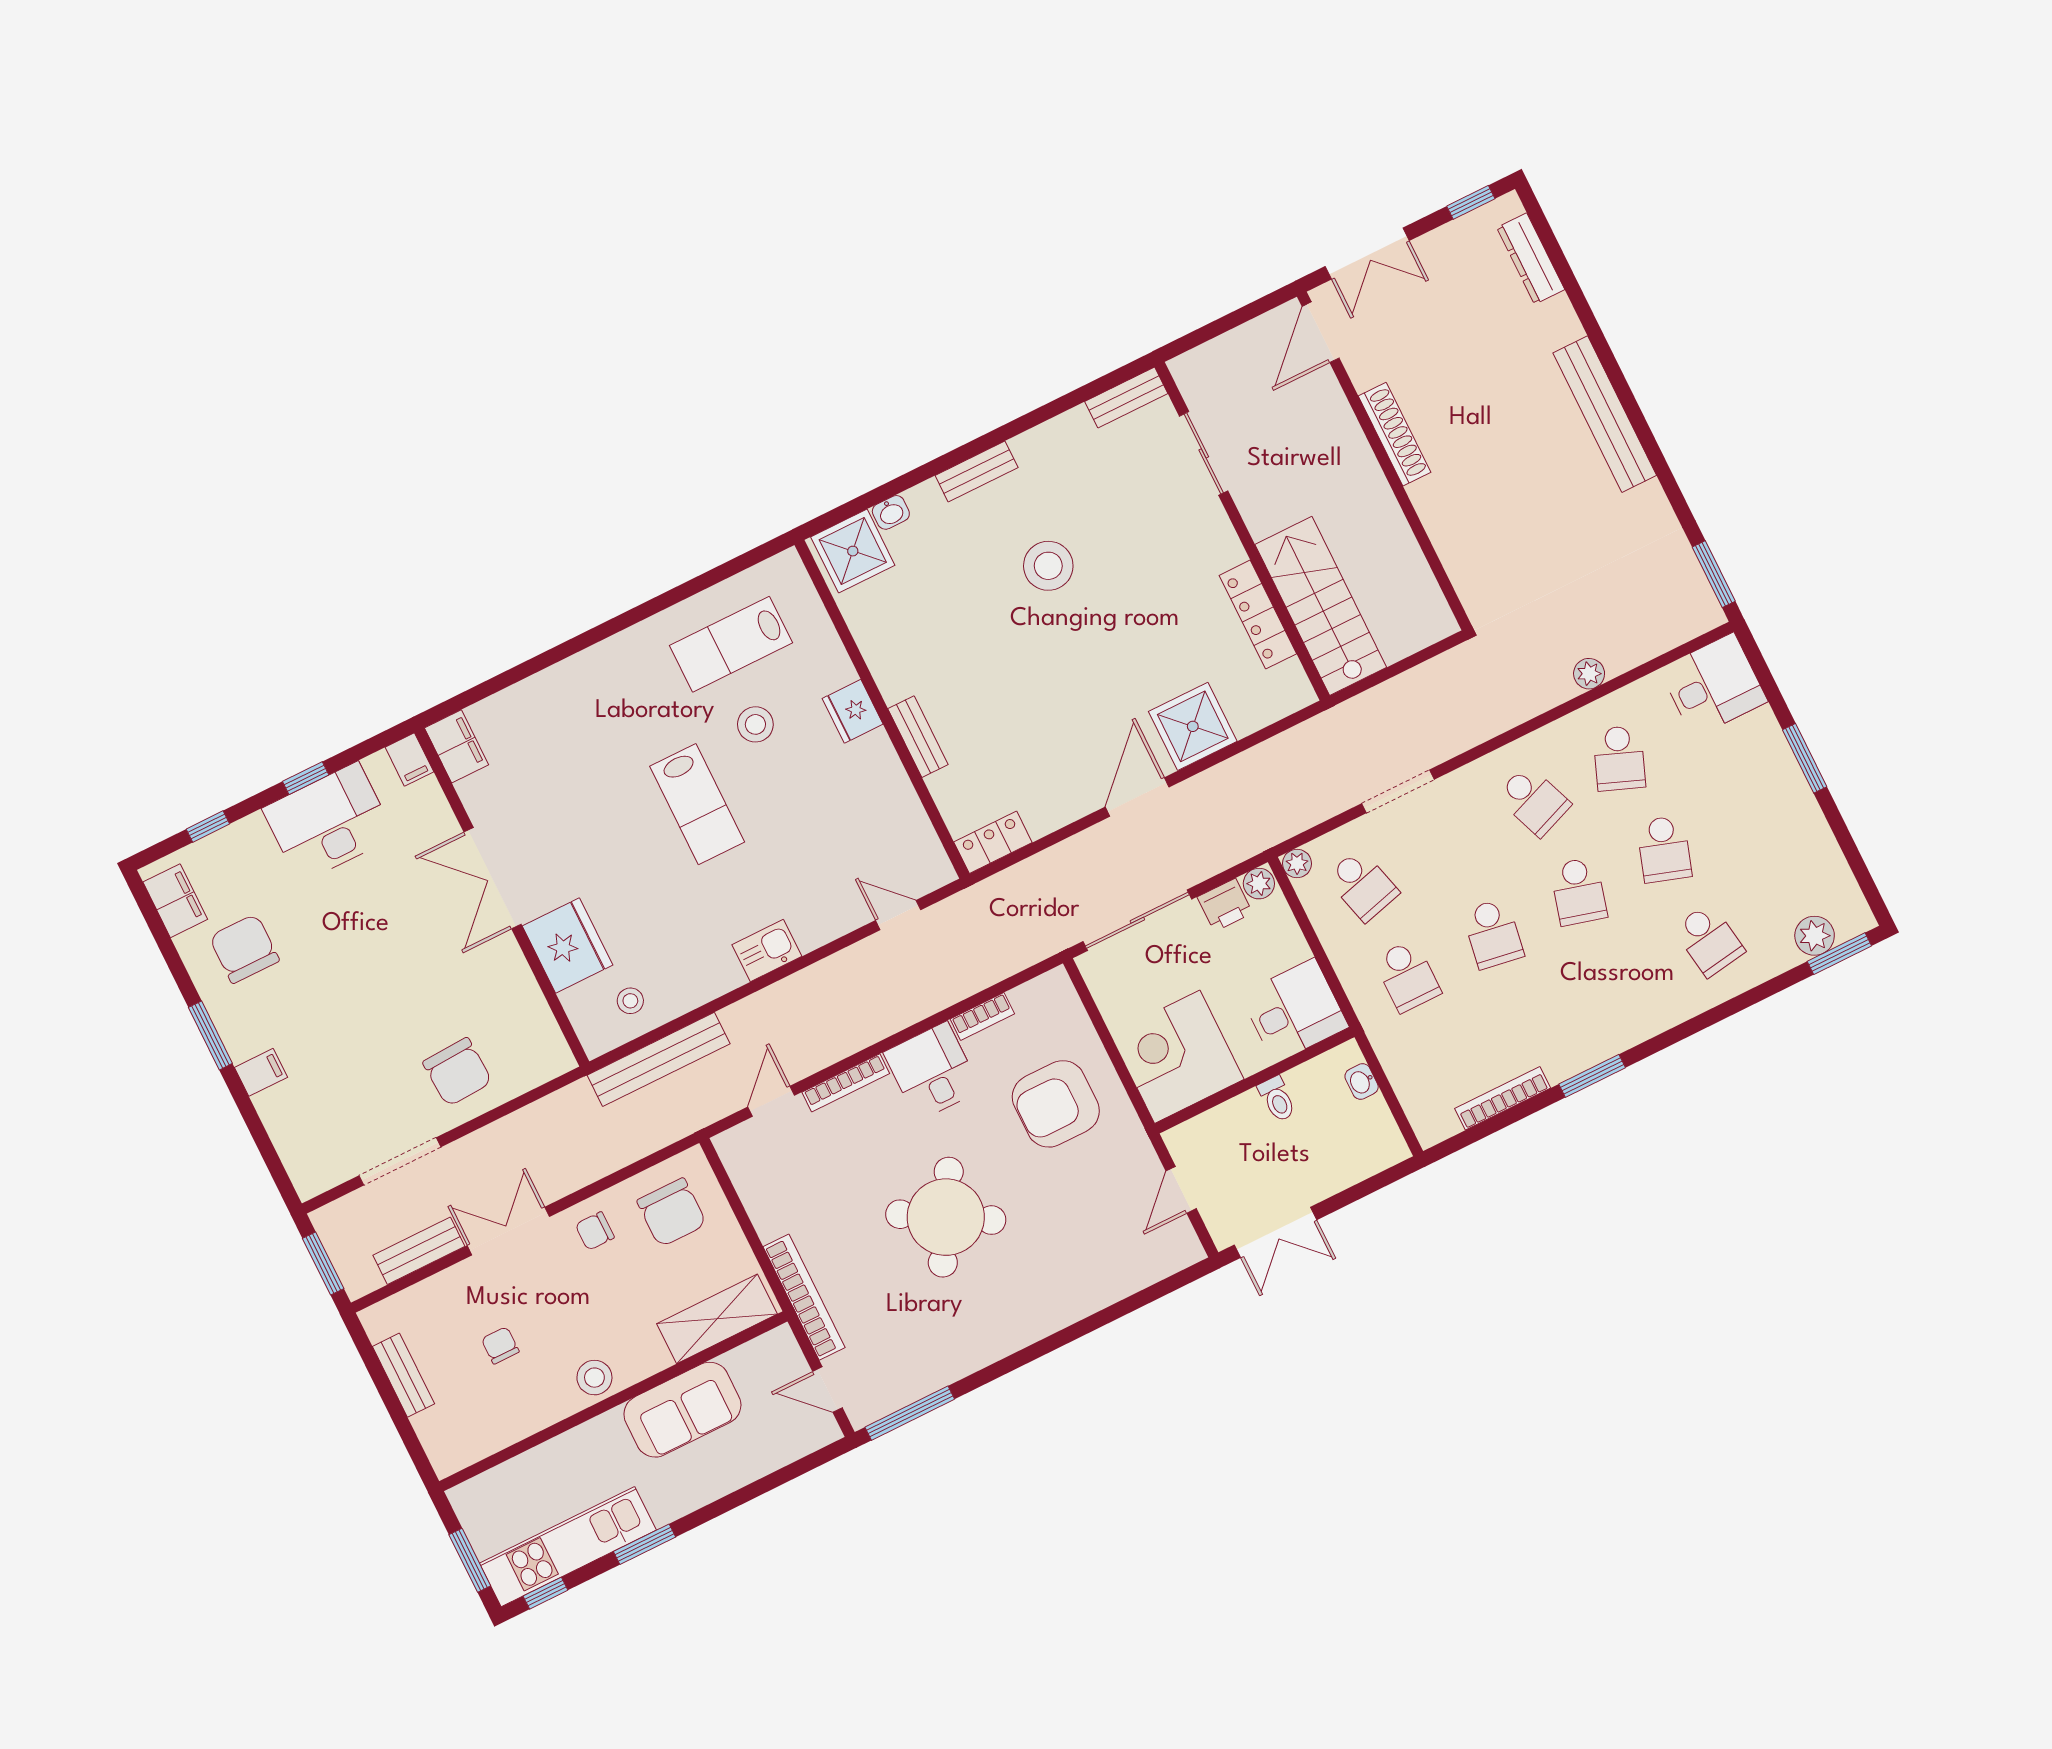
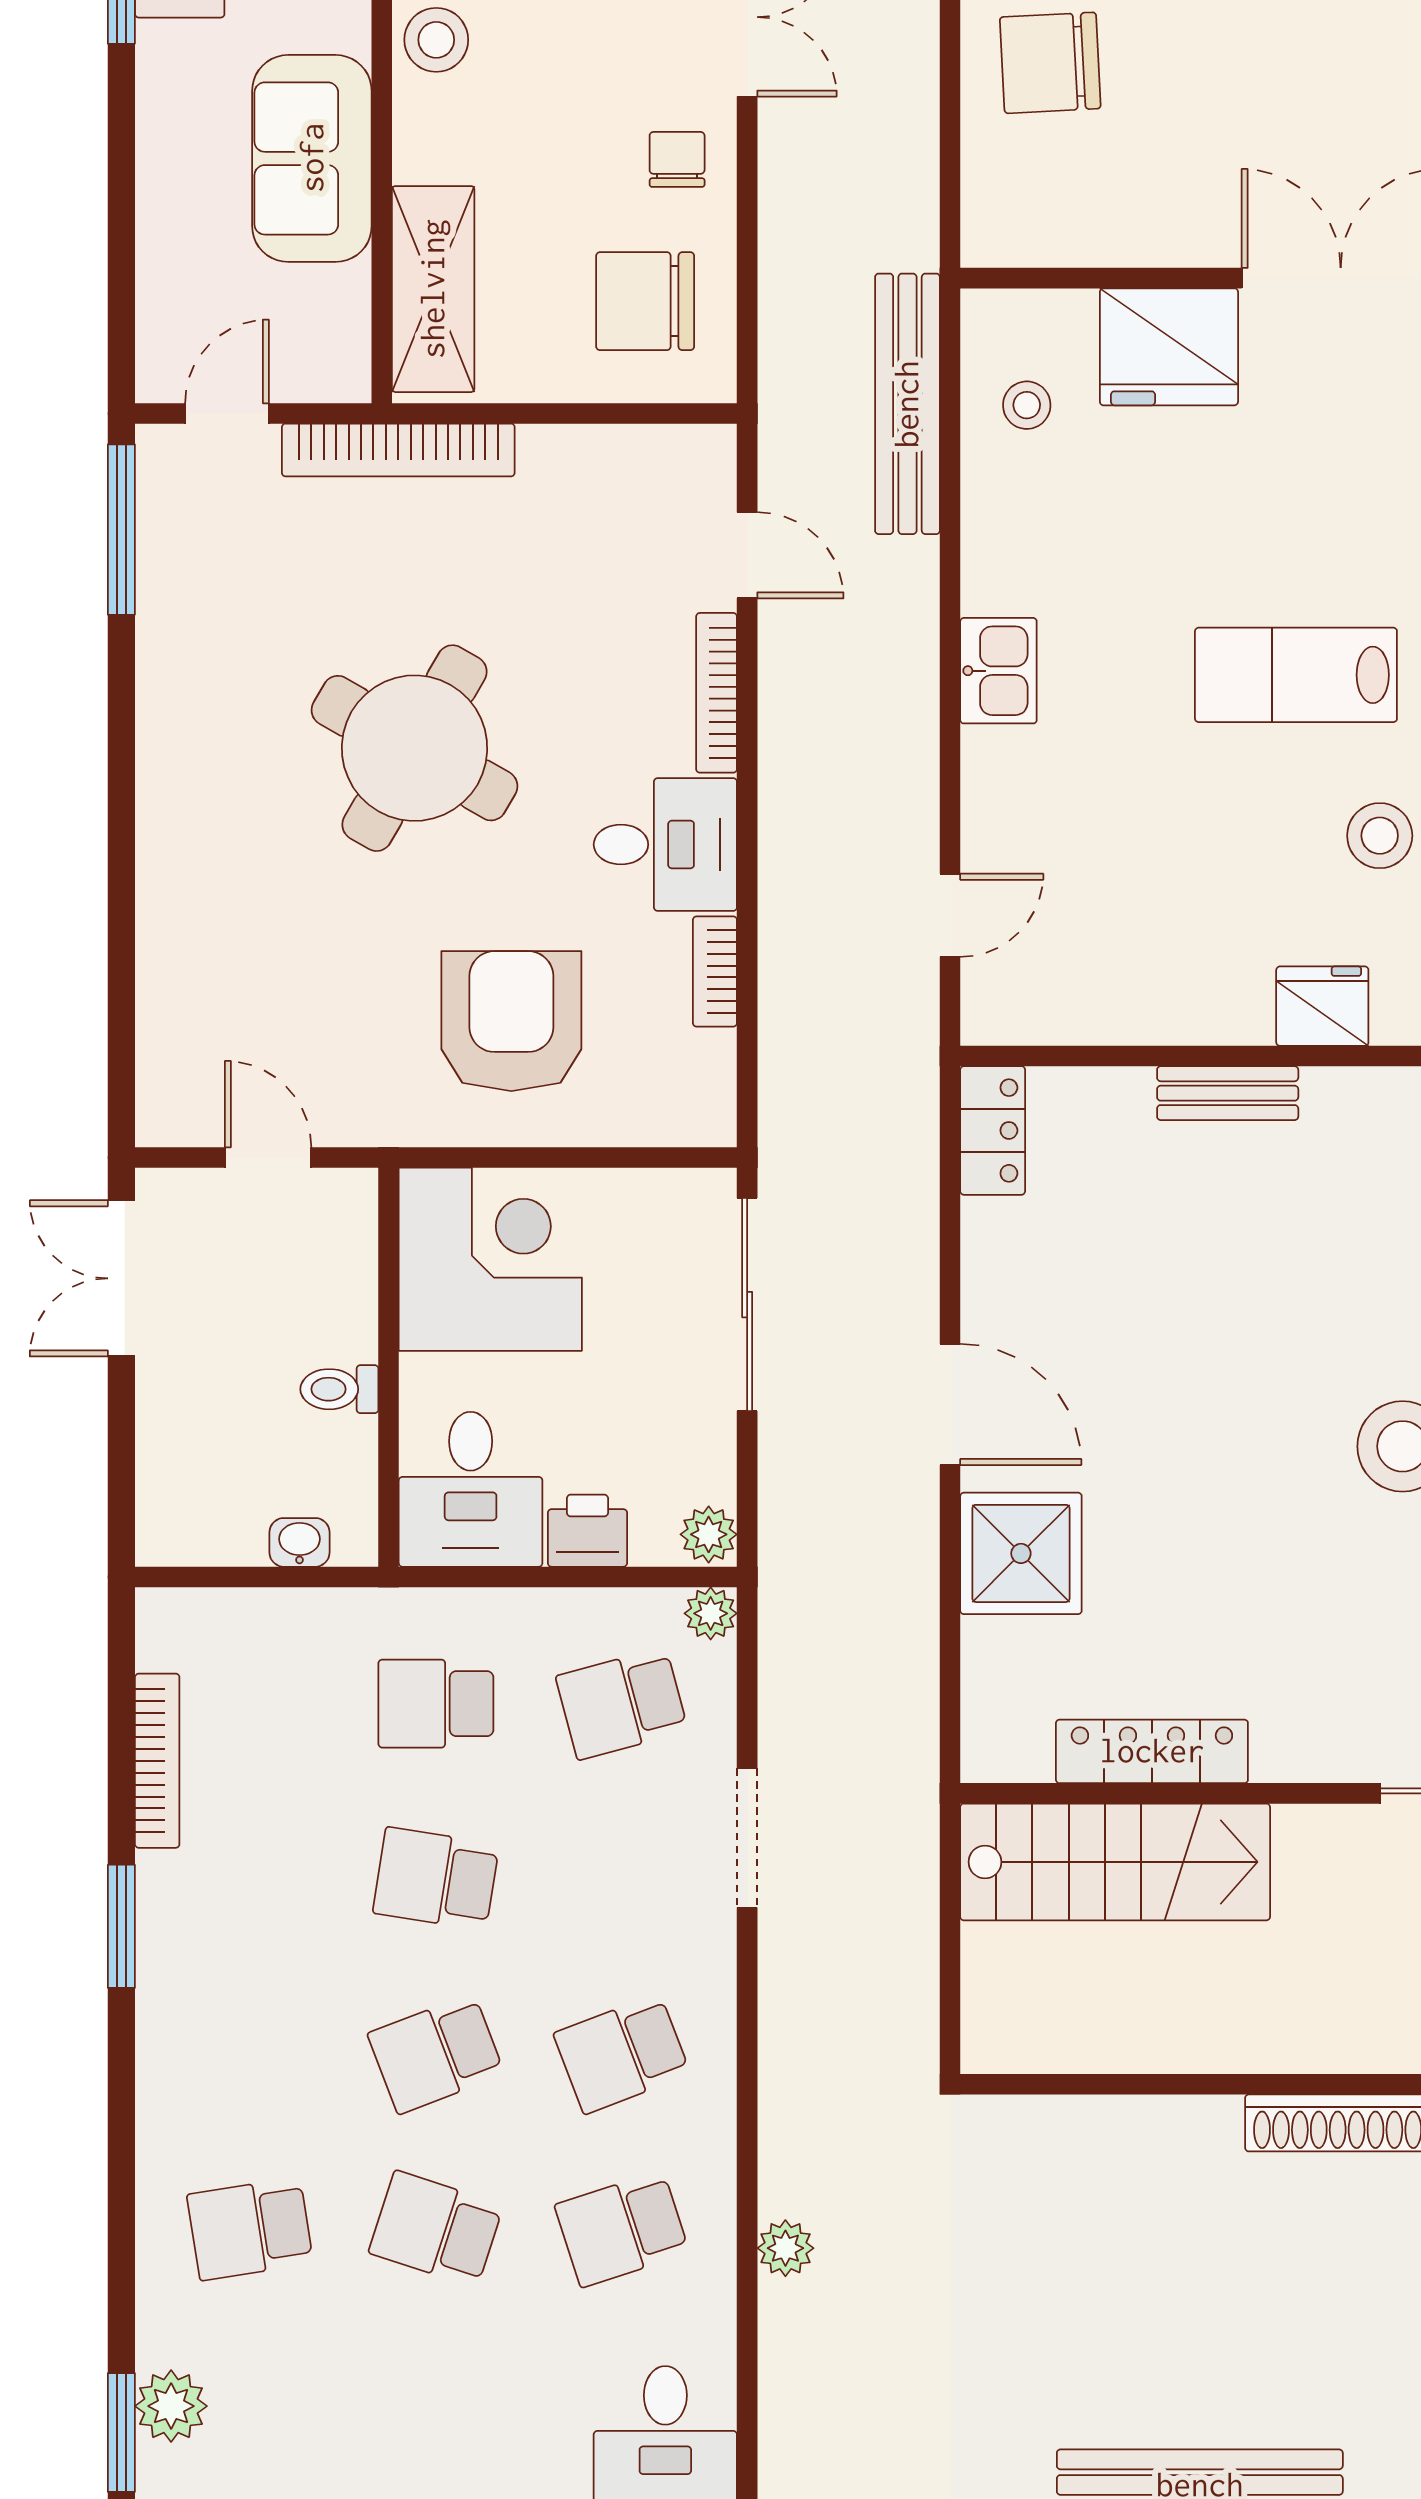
school desk: (1619, 758) -> (622, 2229), turned -39
school desk: (1578, 891) -> (436, 2054), turned -36
printer: (1225, 905) -> (587, 1531), moved, turned 90

